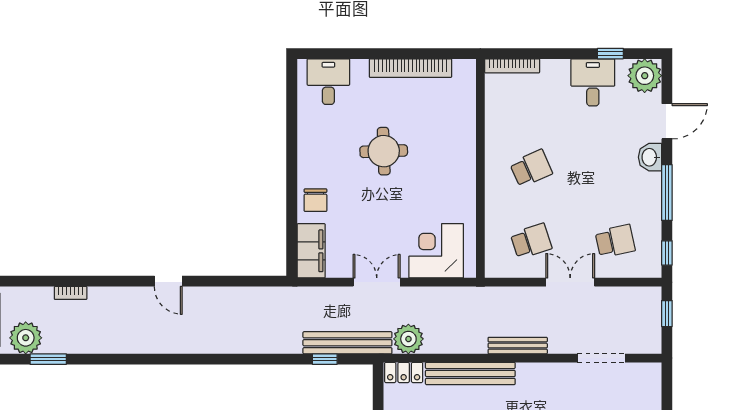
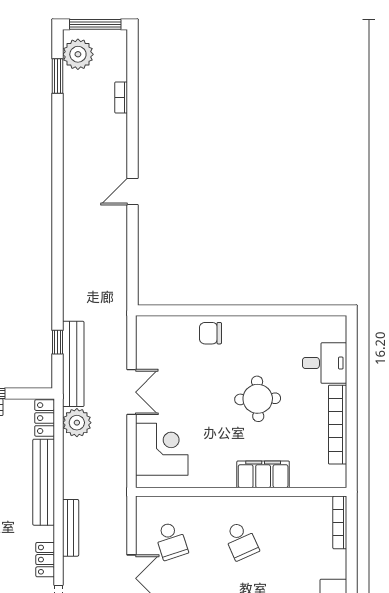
desk: (328, 82) -> (325, 363), moved
filing cabinet: (311, 251) -> (263, 474), moved, turned 180
locker: (551, 372) -> (45, 560), added

